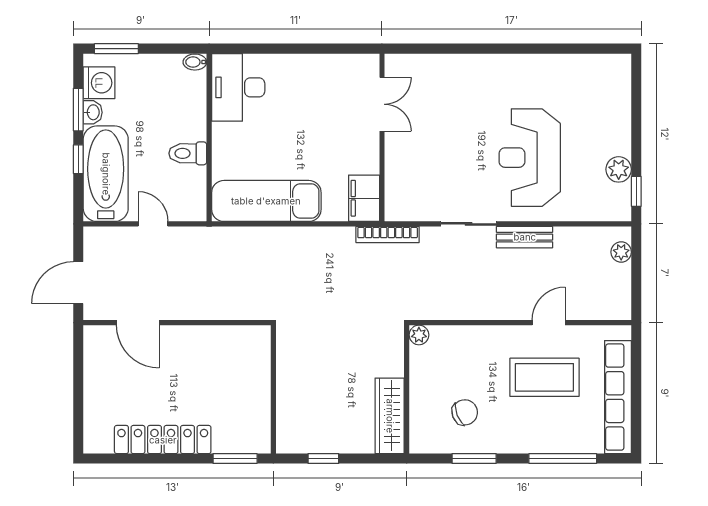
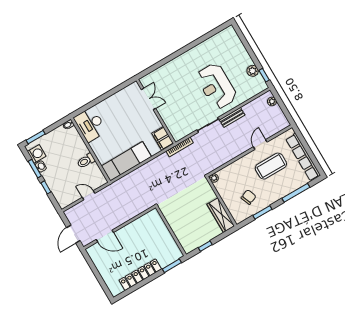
bathtub: (106, 174) -> (59, 187), removed

